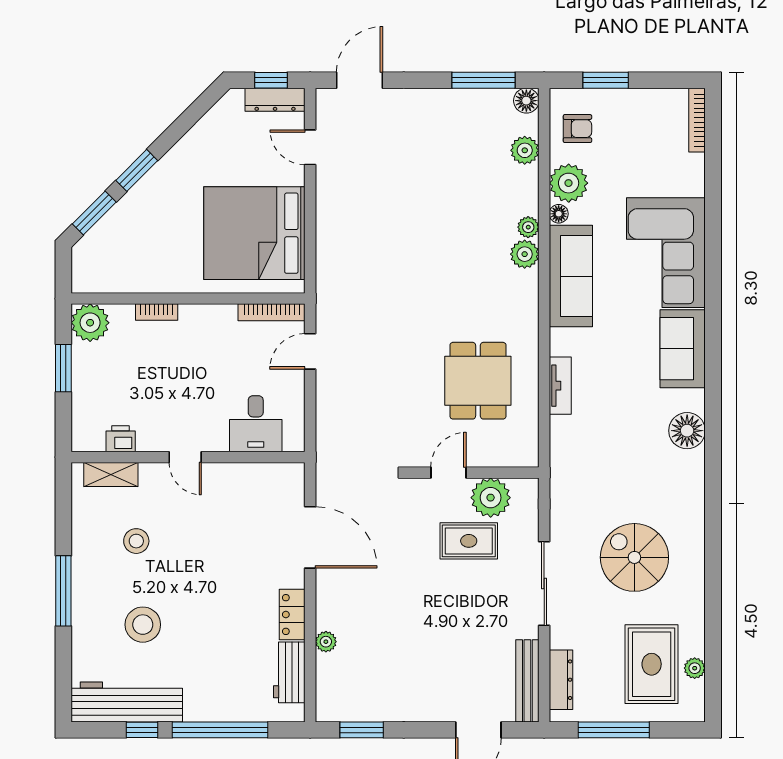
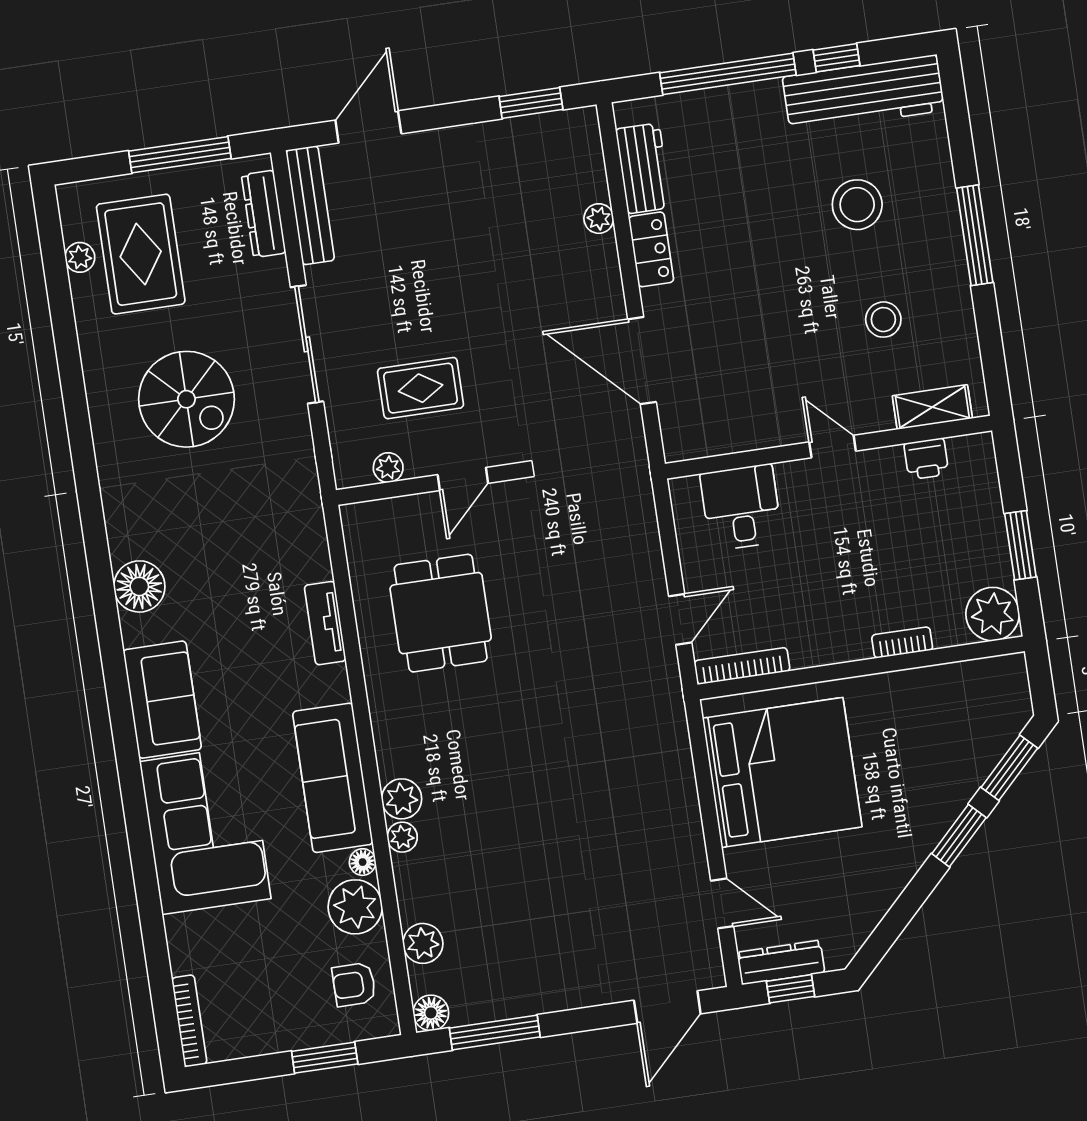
plant: (491, 498) -> (388, 468), width x0.53, depth x0.53

